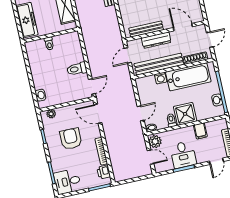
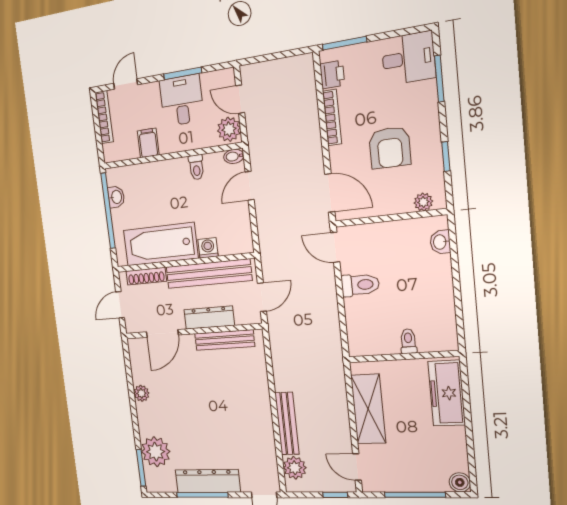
door: (183, 27) -> (162, 333), hinge flipped
door: (92, 86) -> (335, 247), hinge flipped
shower: (185, 114) -> (172, 177), removed

